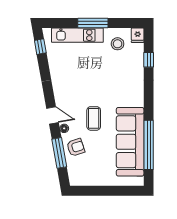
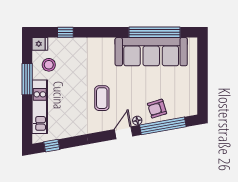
window: (93, 23) -> (27, 79), moved
coffee table: (94, 118) -> (102, 98), moved, turned 90
armchair: (76, 147) -> (157, 109), turned -89
window: (59, 153) -> (163, 126), width x1.46

